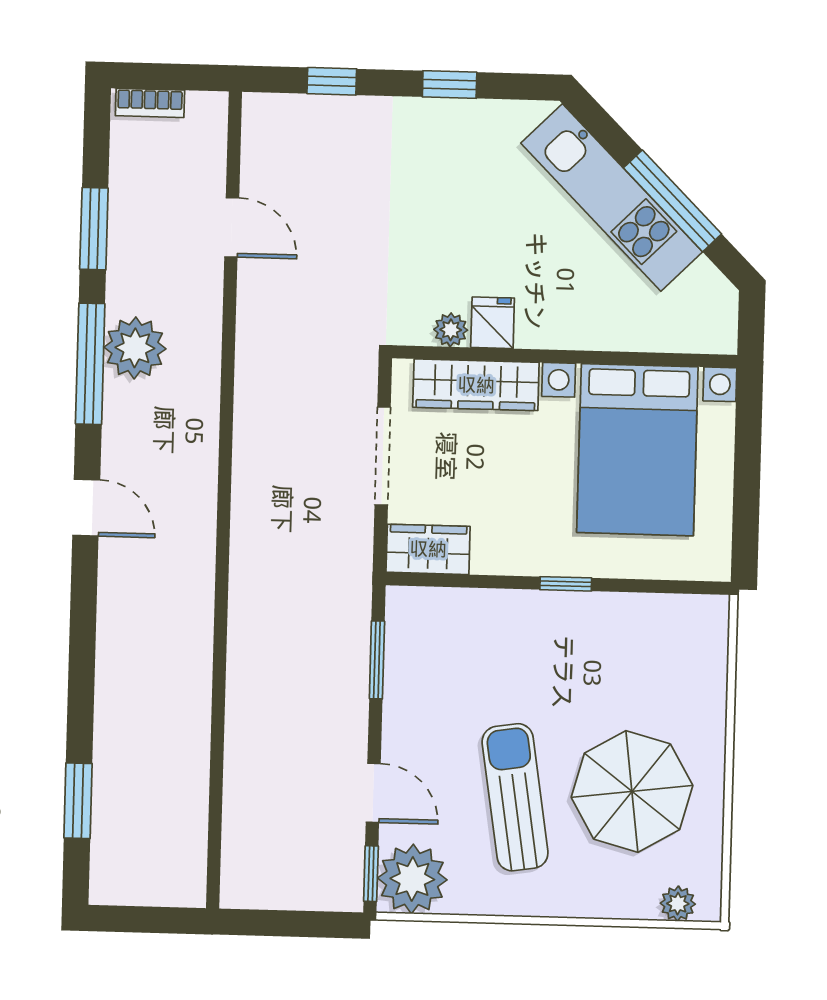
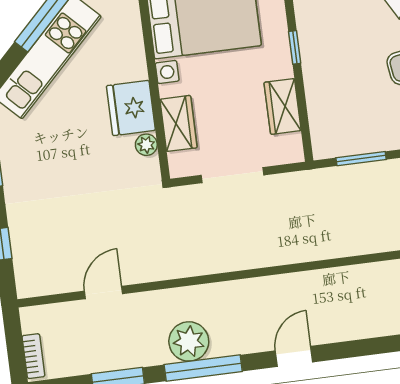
fridge: (493, 323) -> (131, 108), width x1.88, depth x1.34
wardrobe: (476, 385) -> (178, 123), width x0.67
wardrobe: (428, 549) -> (283, 106), moved

